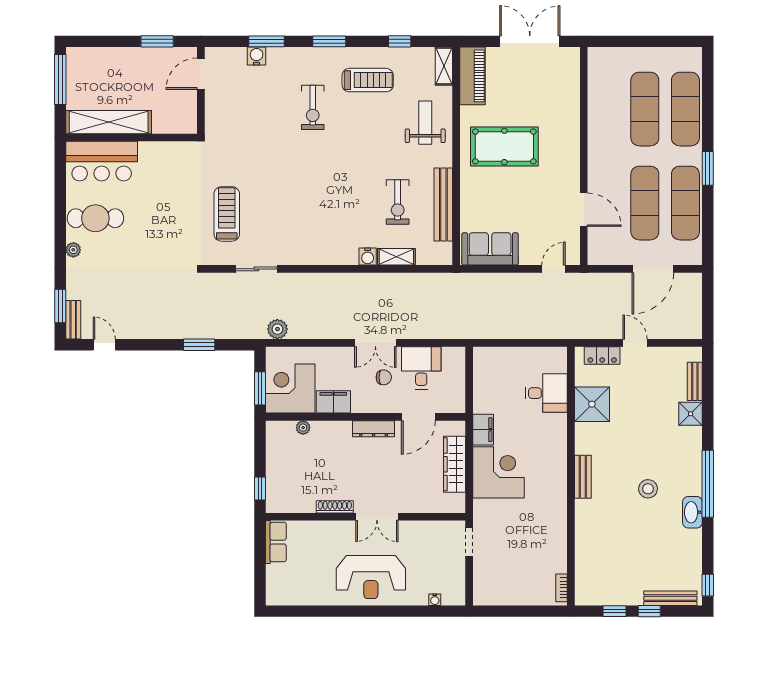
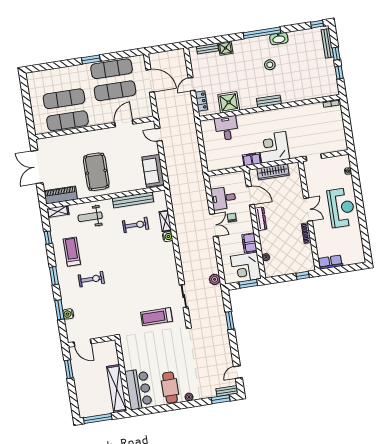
exercise mat: (685, 109) -> (67, 121), moved

